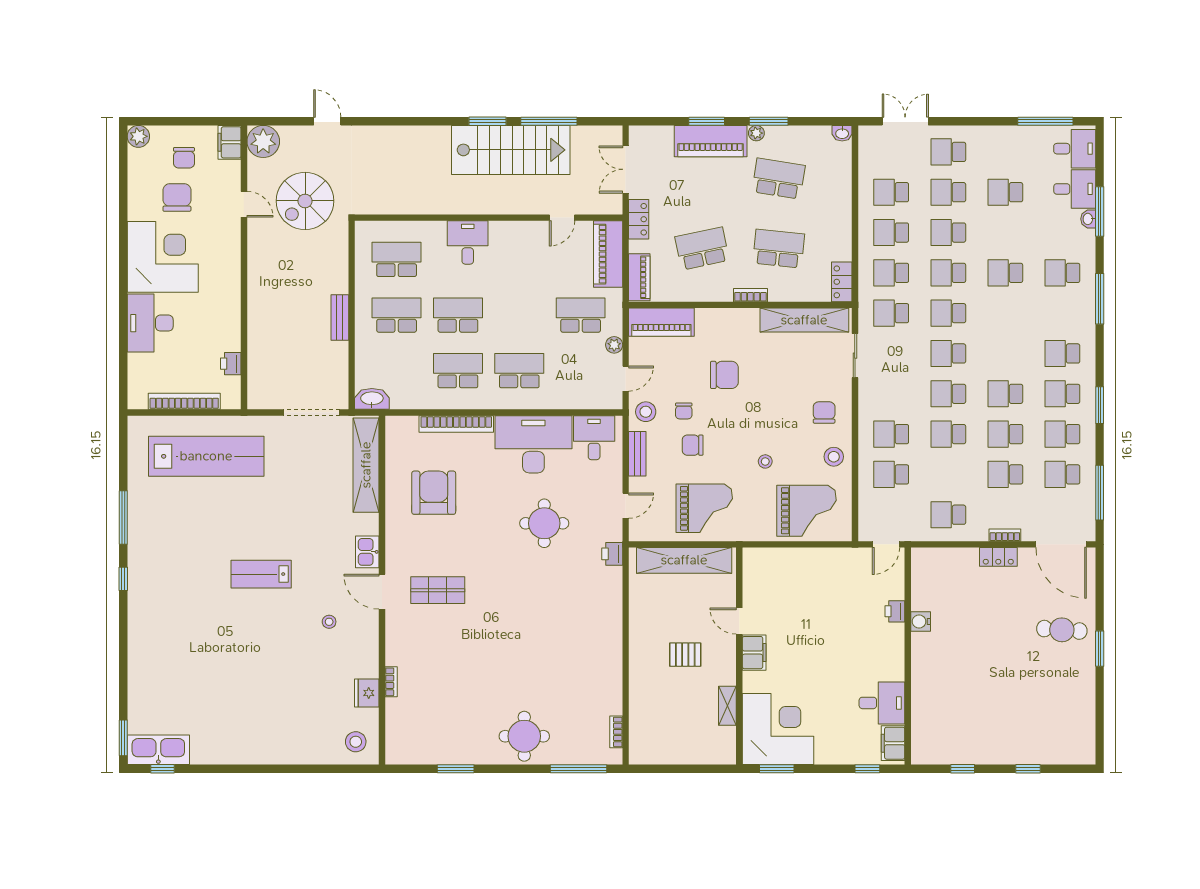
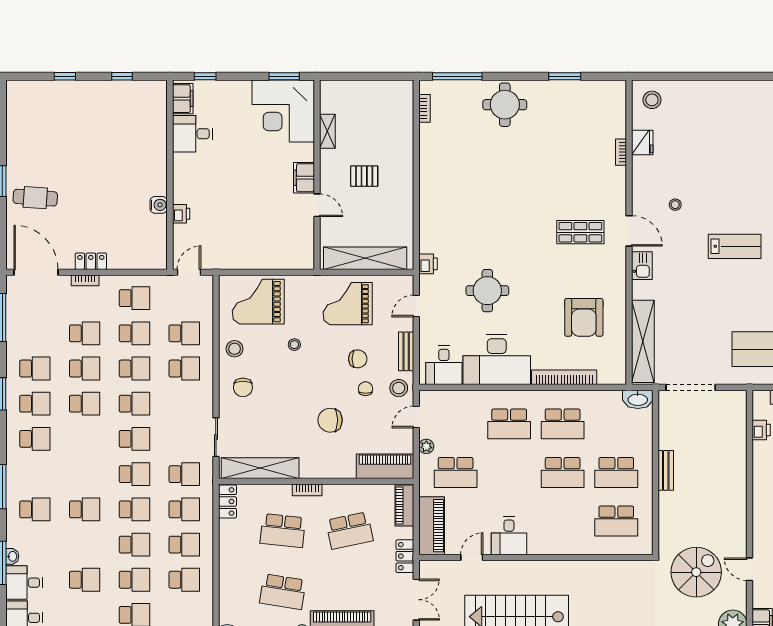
desk: (468, 242) -> (509, 536), moved
school desk: (1062, 474) -> (134, 333), moved

